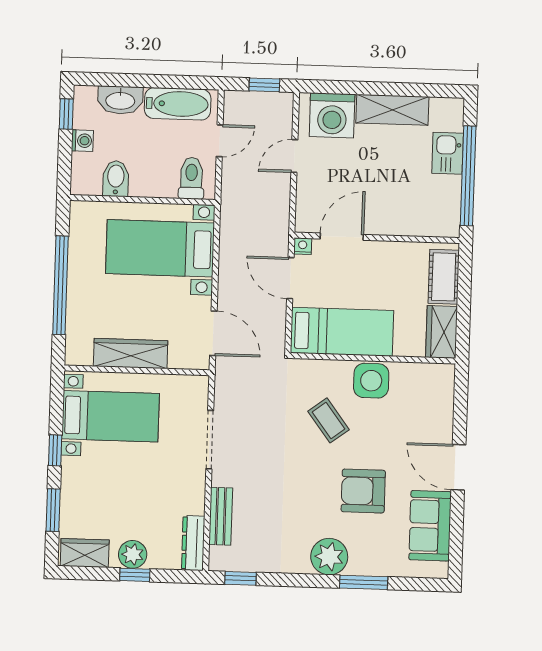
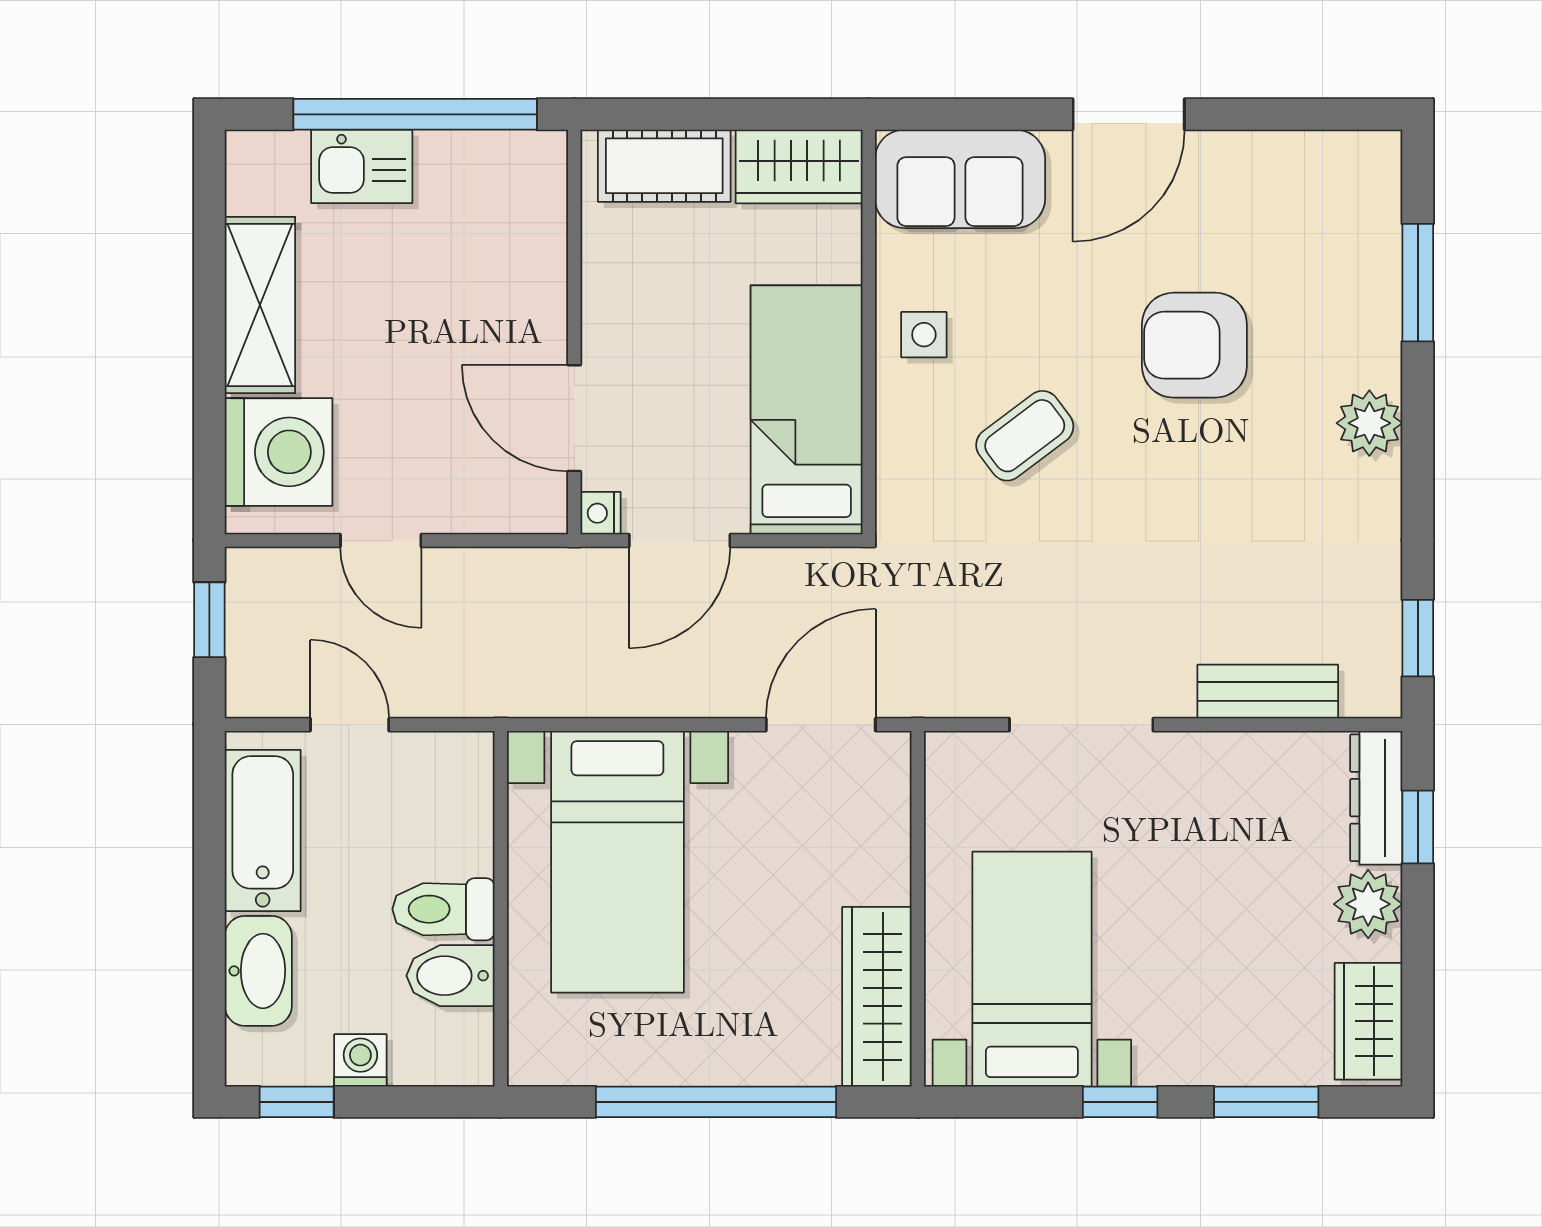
toilet: (191, 178) -> (443, 909), moved
wardrobe: (131, 353) -> (877, 997), moved
side table: (371, 381) -> (924, 335), width x0.54, depth x0.54
armchair: (363, 491) -> (1194, 345), turned 90
sofa: (430, 526) -> (960, 179), moved
dresser: (193, 543) -> (1376, 798), moved, turned 90
plant: (329, 557) -> (1369, 423), width x0.73, depth x0.73
window: (135, 575) -> (1418, 827), moved
window: (364, 582) -> (1418, 283), moved

